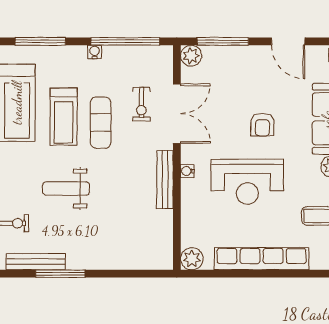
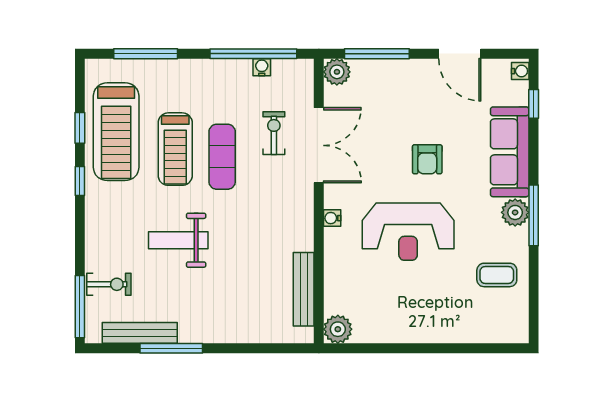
water cooler: (95, 52) -> (262, 67), moved
exercise bike: (141, 104) -> (274, 133), turned 180
bench: (165, 180) -> (304, 289), moved
row of seats: (262, 259) -> (426, 329), removed

